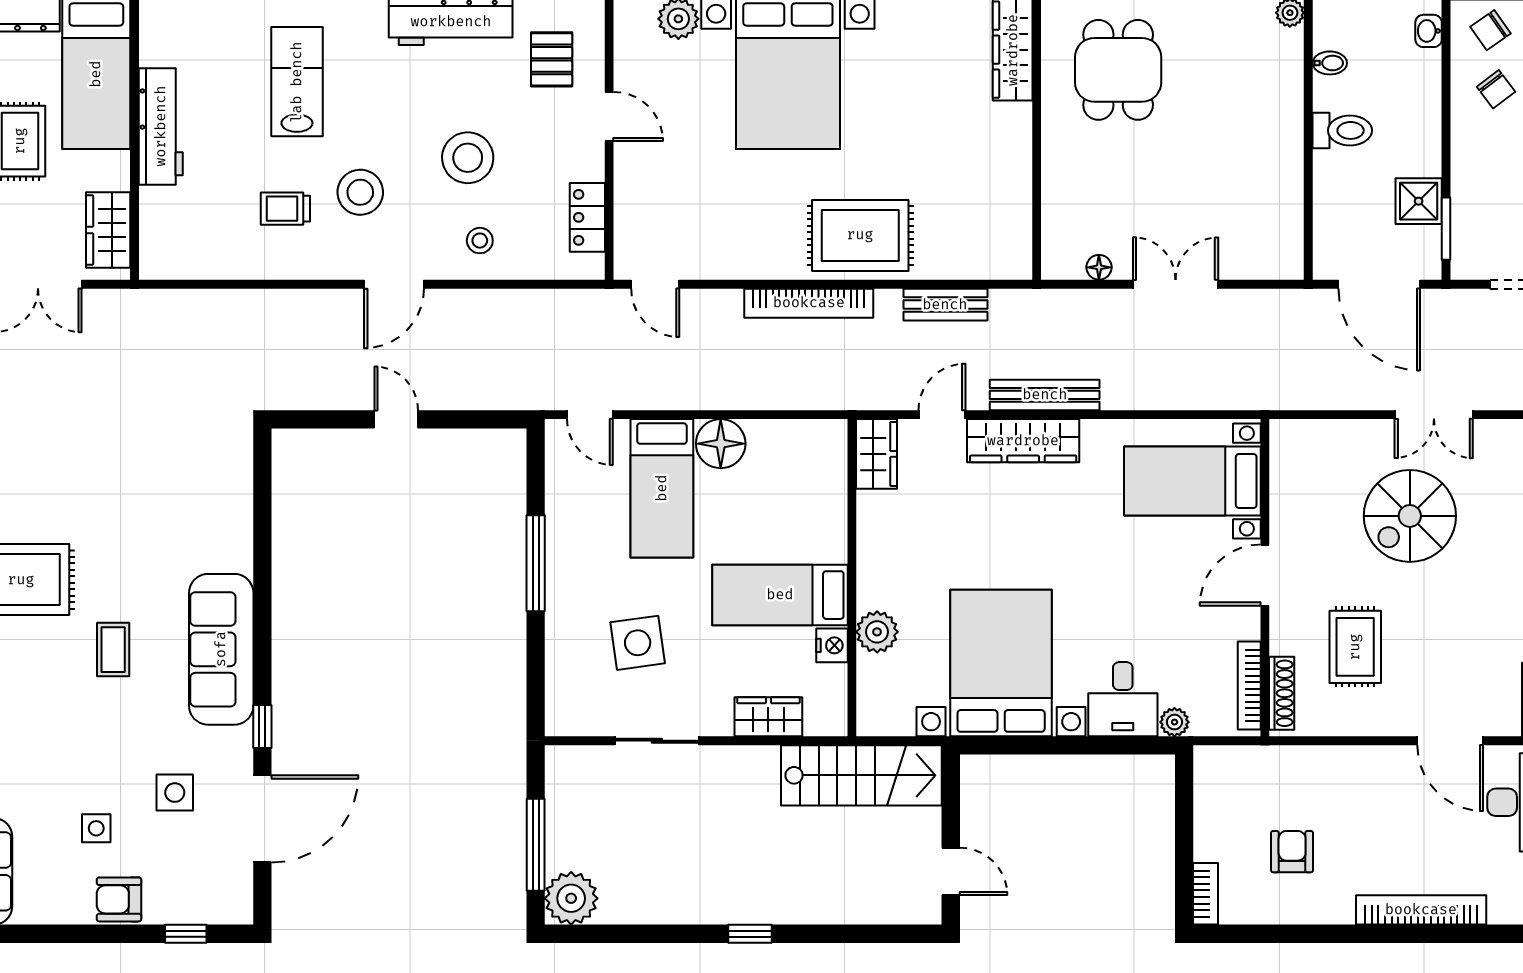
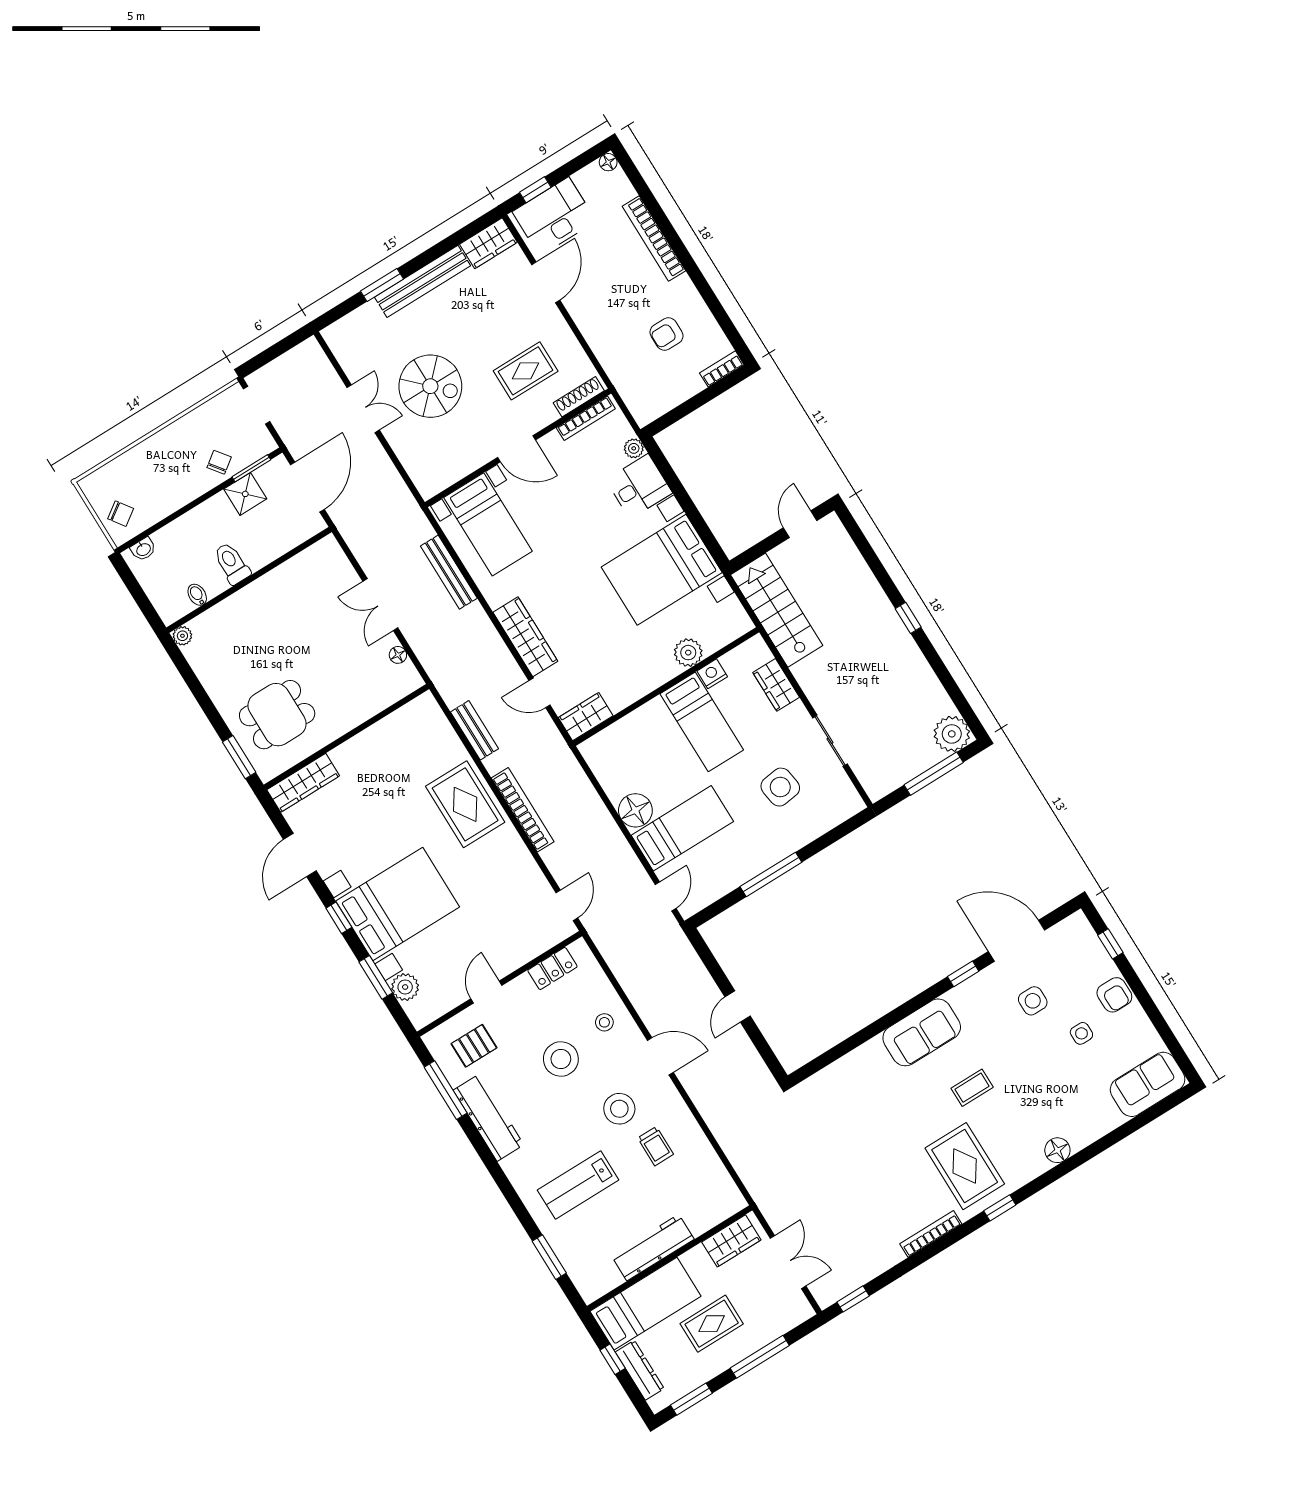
chair: (1496, 89) -> (219, 462), moved
bench: (1045, 395) -> (449, 572), moved
sofa: (221, 649) -> (922, 1032), width x0.73

